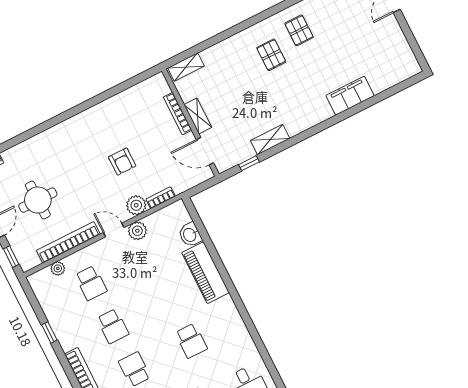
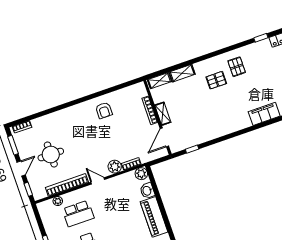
pallet: (271, 55) -> (216, 80), turned 90
shelving: (270, 140) -> (182, 73), moved
door: (205, 151) -> (164, 137), hinge flipped
armchair: (122, 162) -> (104, 110), moved
plant: (137, 231) -> (141, 174), moved
school desk: (91, 283) -> (78, 213), width x1.85

